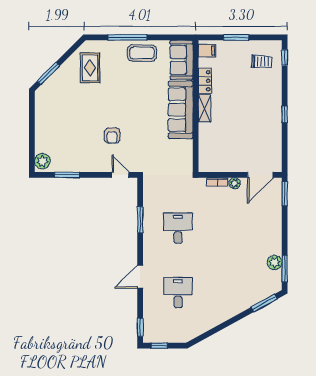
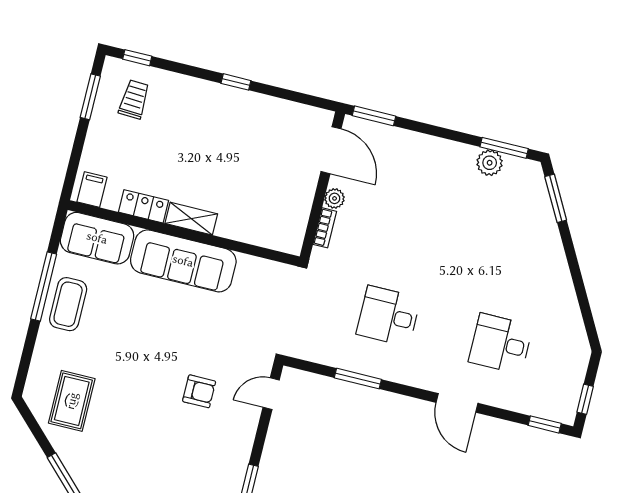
window: (127, 37) -> (44, 286), moved
window: (236, 37) -> (90, 97), moved
rug: (90, 68) -> (72, 401), turned 90

